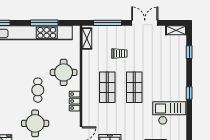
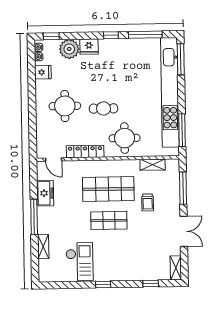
window: (44, 23) -> (182, 130), moved
shelving: (87, 39) -> (153, 165), moved
shop shelf: (107, 87) -> (108, 189), width x1.43, depth x1.36
locker: (75, 101) -> (85, 151), width x1.53

